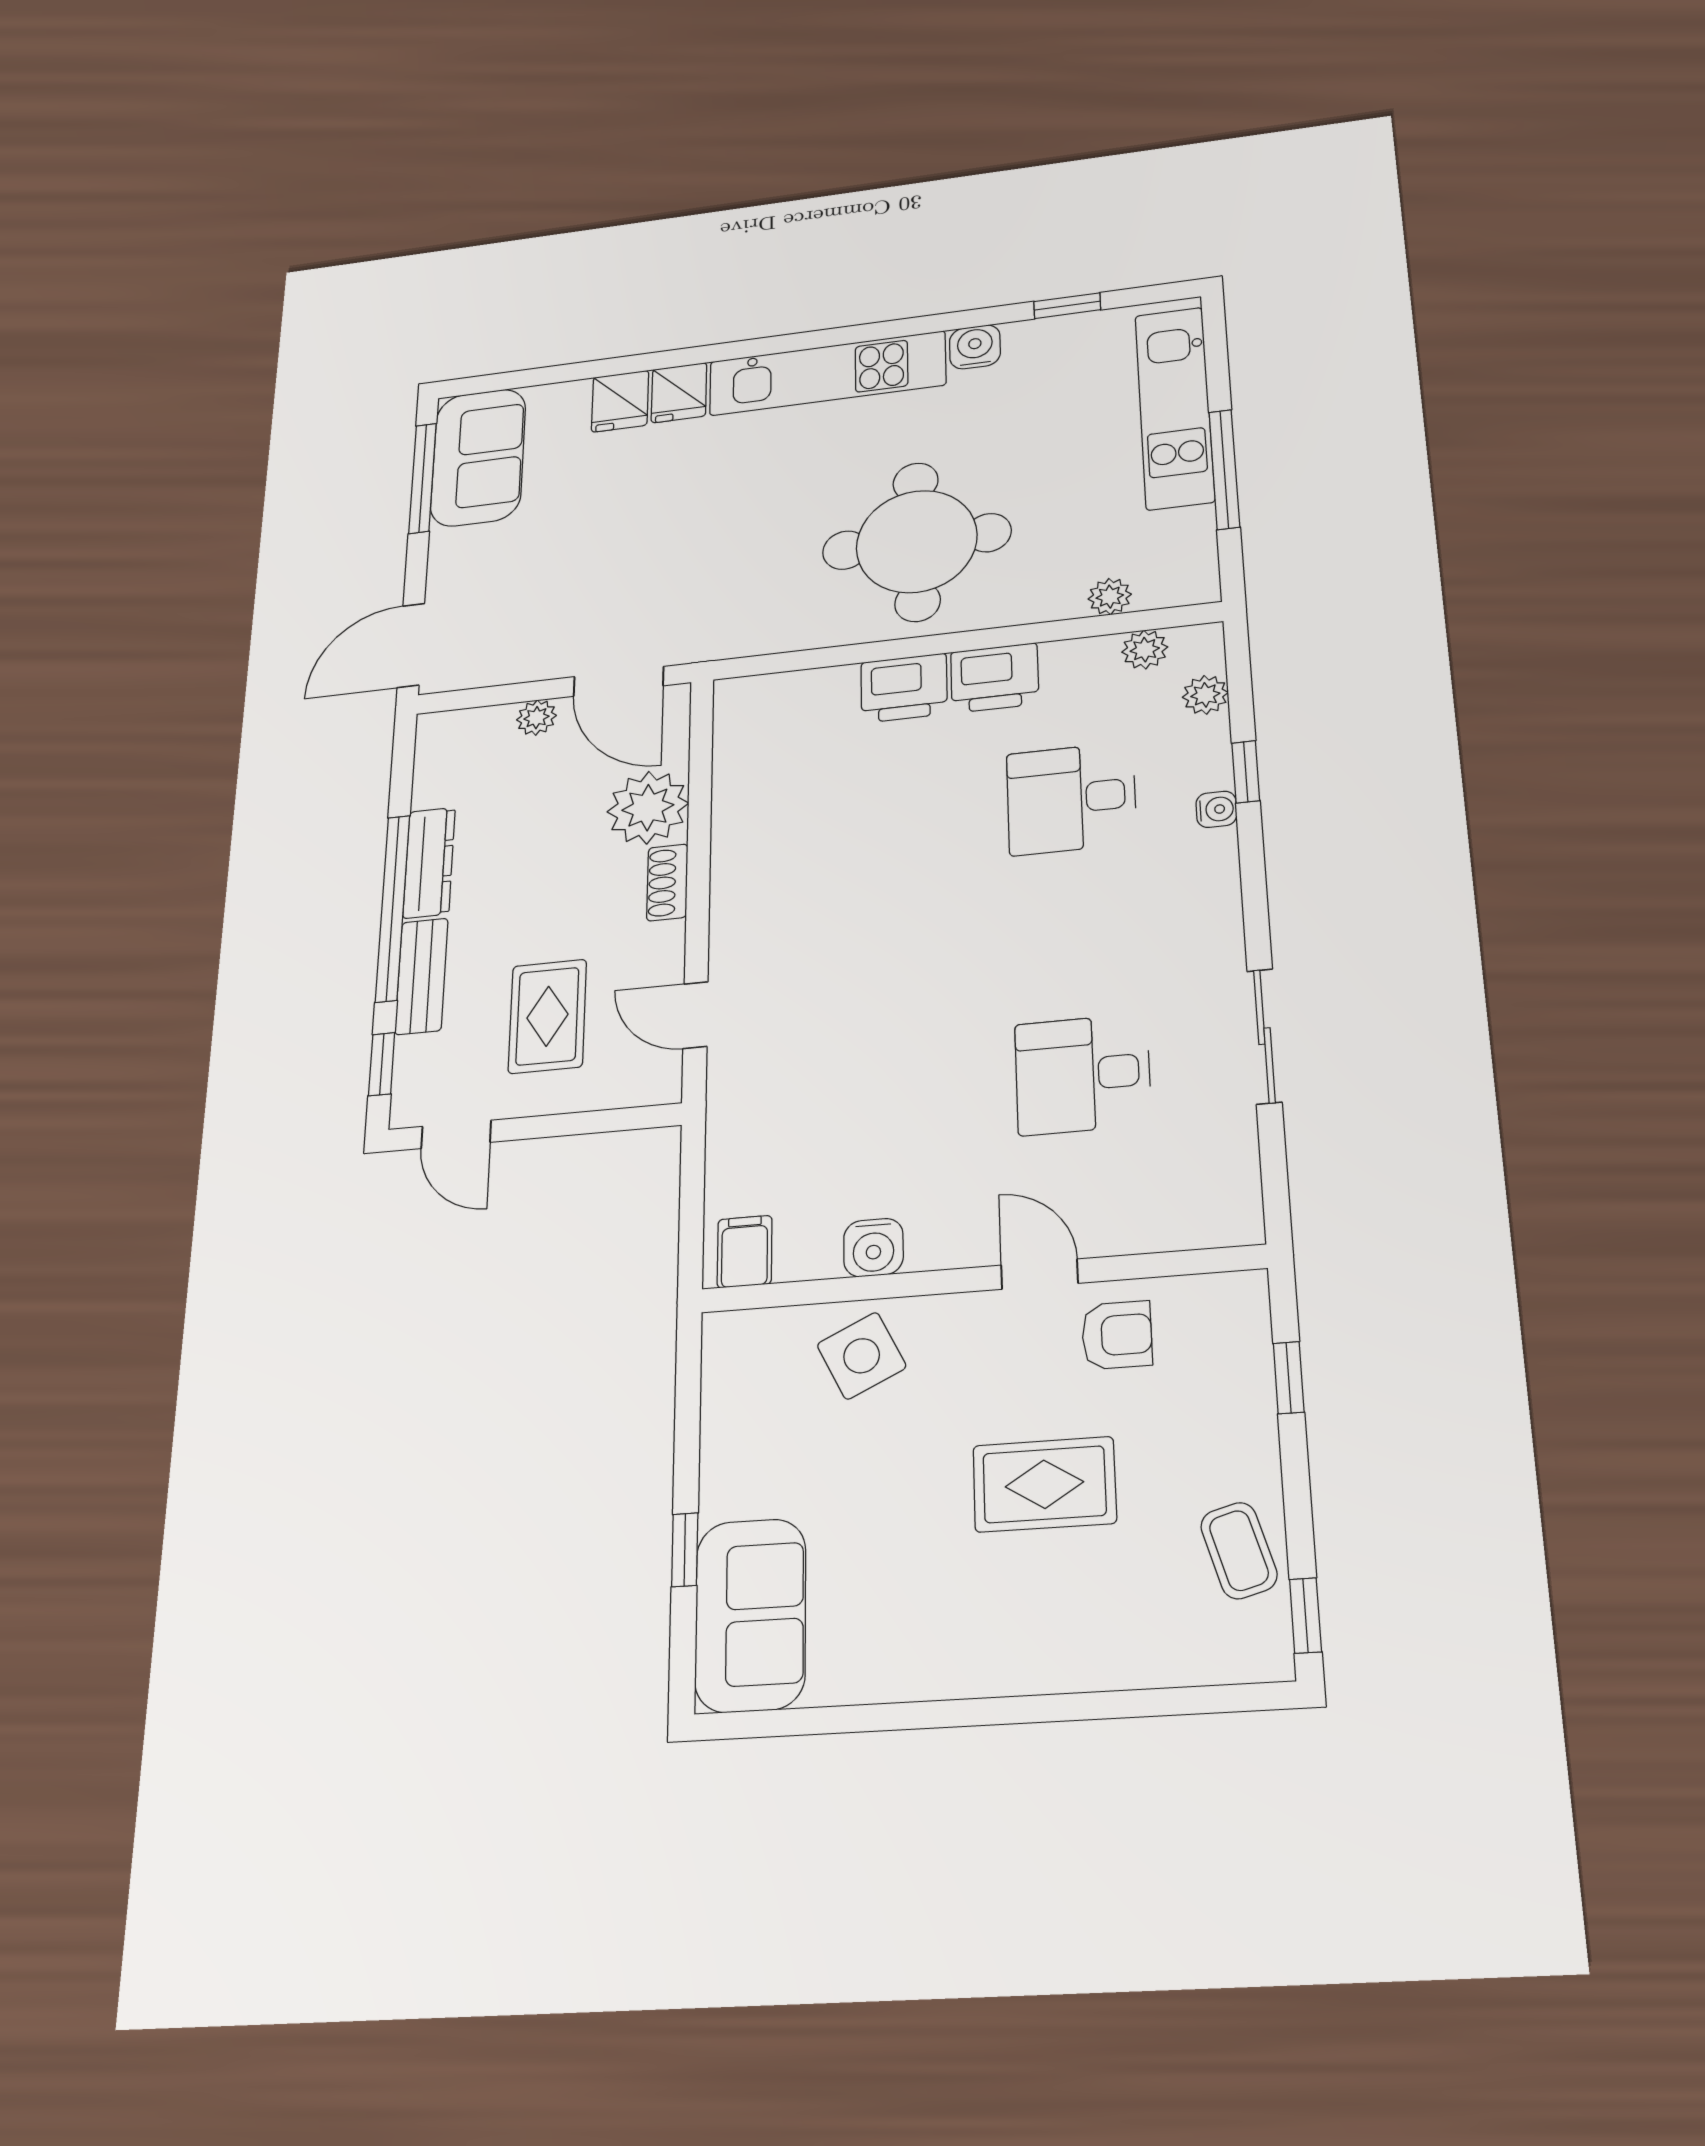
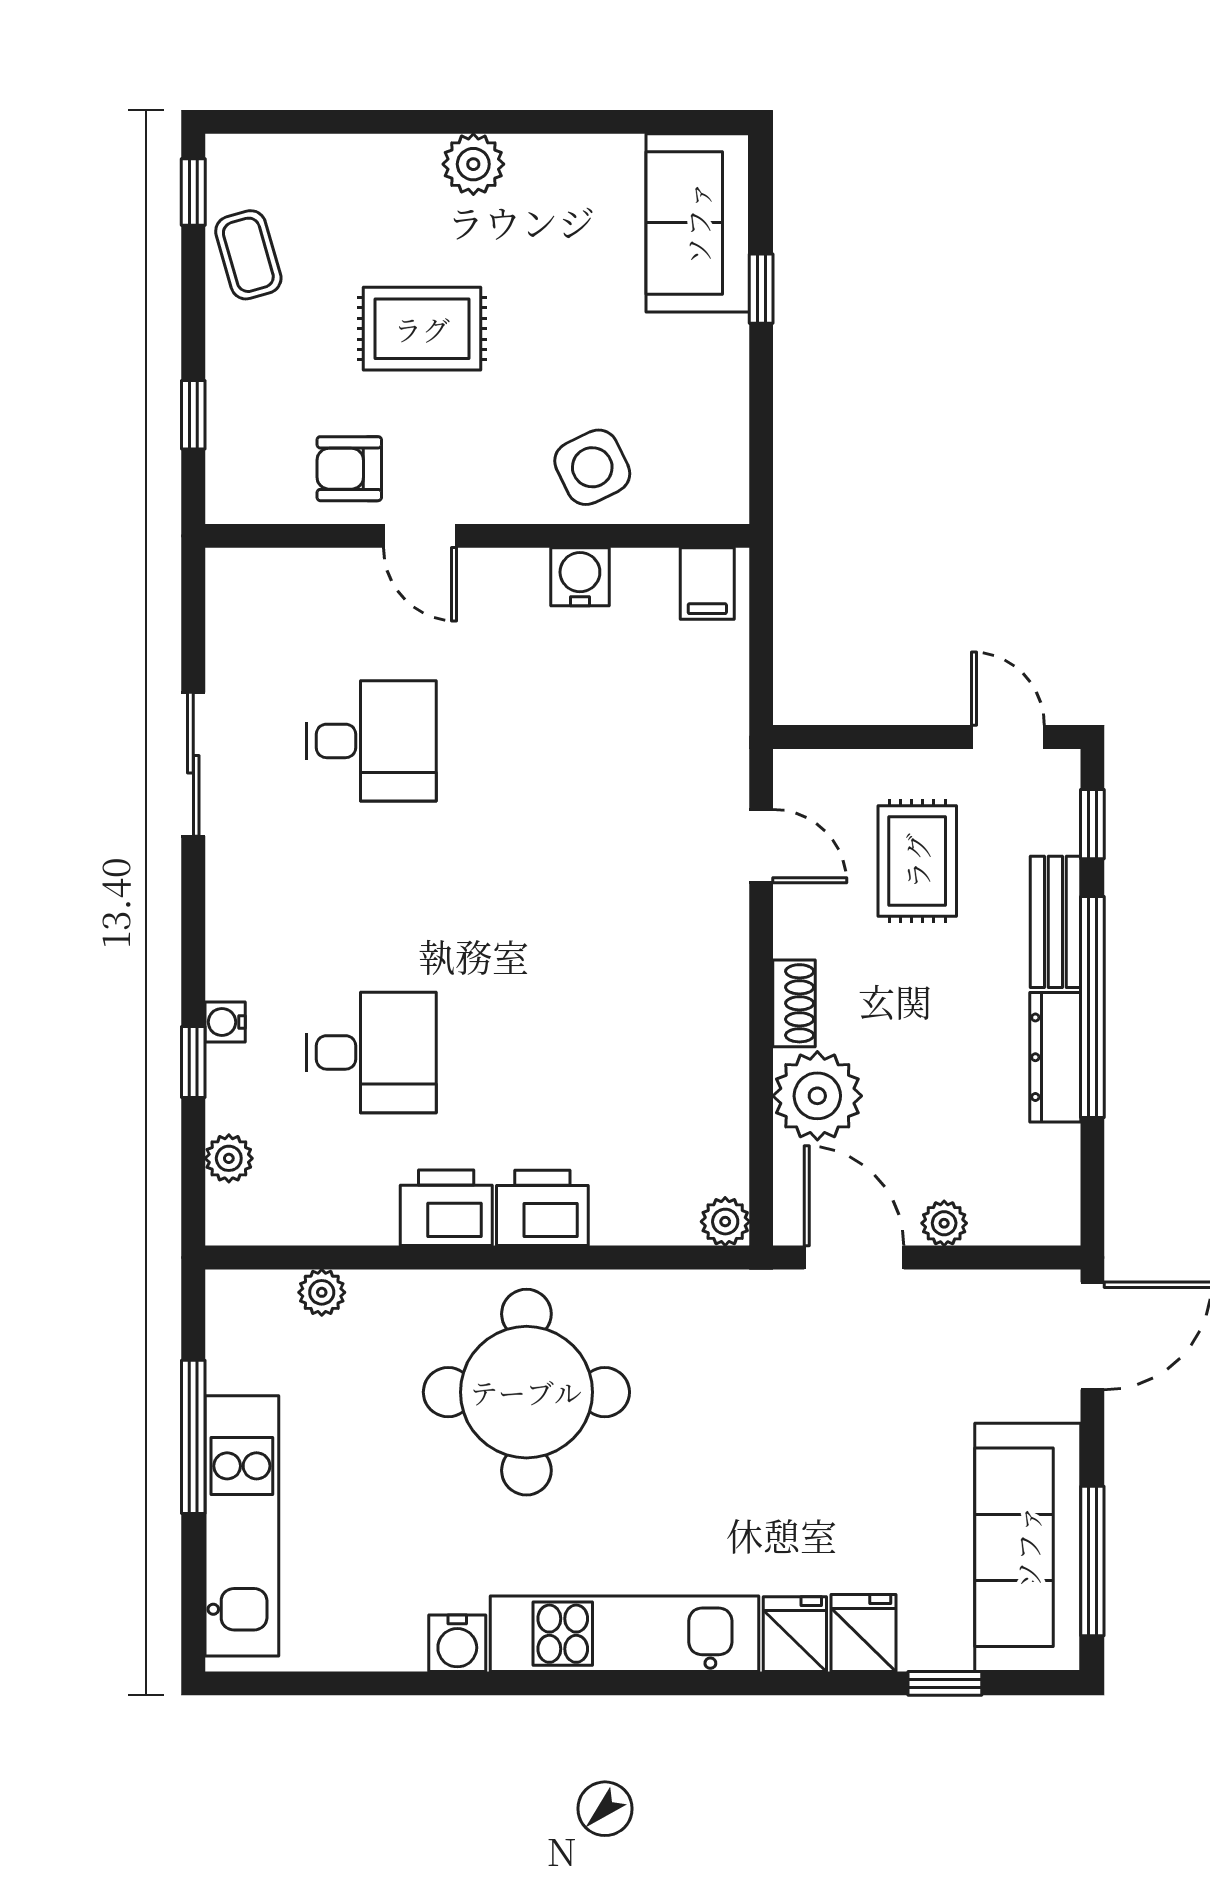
window: (1067, 306) -> (945, 1683), moved
sofa: (478, 457) -> (1028, 1547), width x1.36
plant: (1145, 650) -> (725, 1222), moved
plant: (994, 1664) -> (473, 164), added

